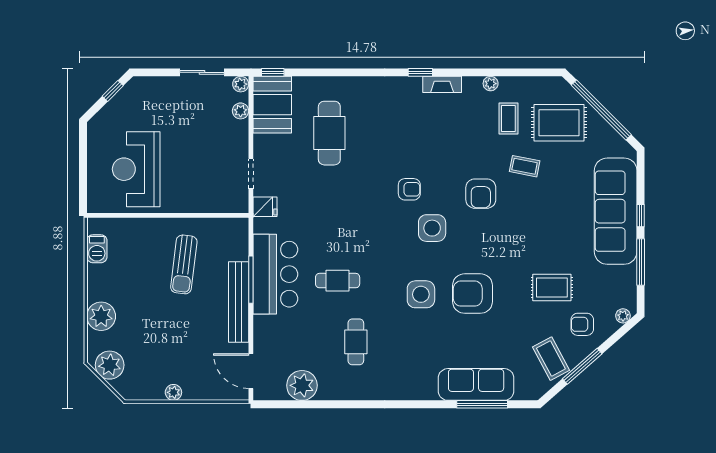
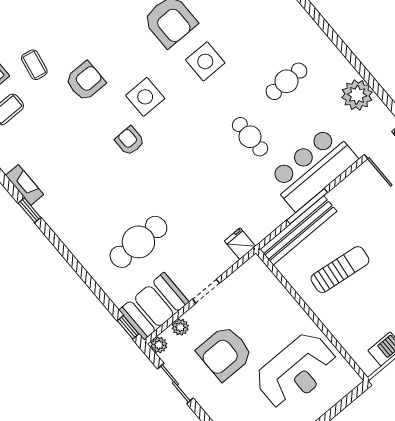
armchair: (194, 128) -> (225, 353), added
doorway: (251, 174) -> (206, 291), moved
bar counter: (275, 274) -> (313, 168), moved
bench: (239, 302) -> (298, 230), moved

